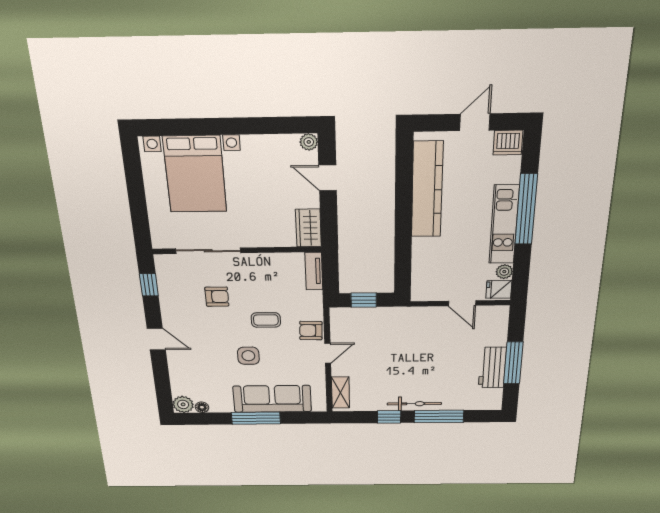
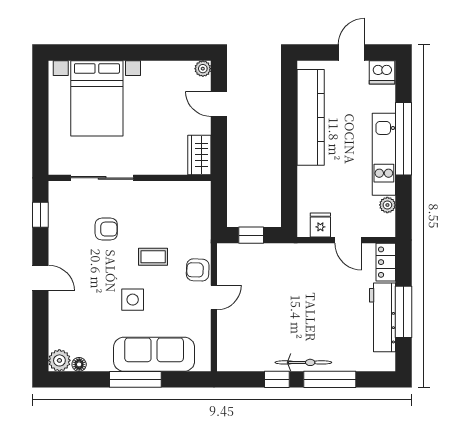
tv unit: (314, 271) -> (203, 202), removed
fridge: (499, 289) -> (320, 225), moved, turned 90
locker: (499, 322) -> (386, 262), added
workbench: (492, 368) -> (382, 317), width x1.38
shelving: (340, 392) -> (226, 347), removed

